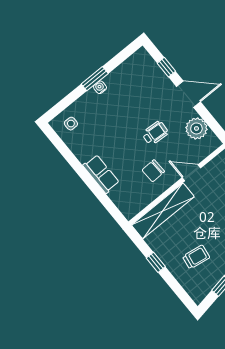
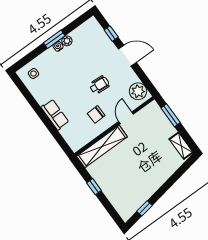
plant: (111, 80) -> (67, 41), added
plant: (196, 128) -> (138, 91), moved
door: (191, 173) -> (126, 118), hinge flipped
trolley: (196, 257) -> (126, 184), removed

